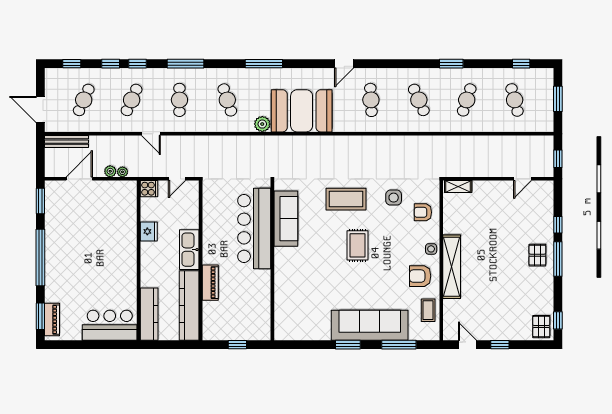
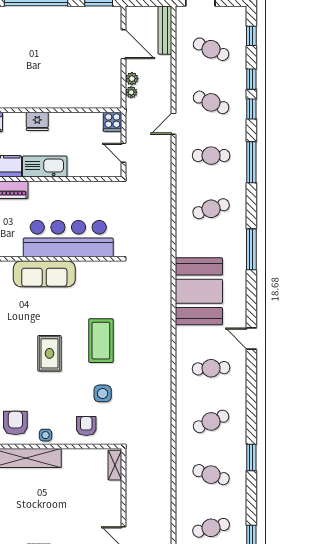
plant: (262, 124) -> (184, 248), removed
sofa: (286, 219) -> (44, 274), moved
fridge: (149, 231) -> (37, 121), moved
rug: (358, 245) -> (50, 353), turned 90

